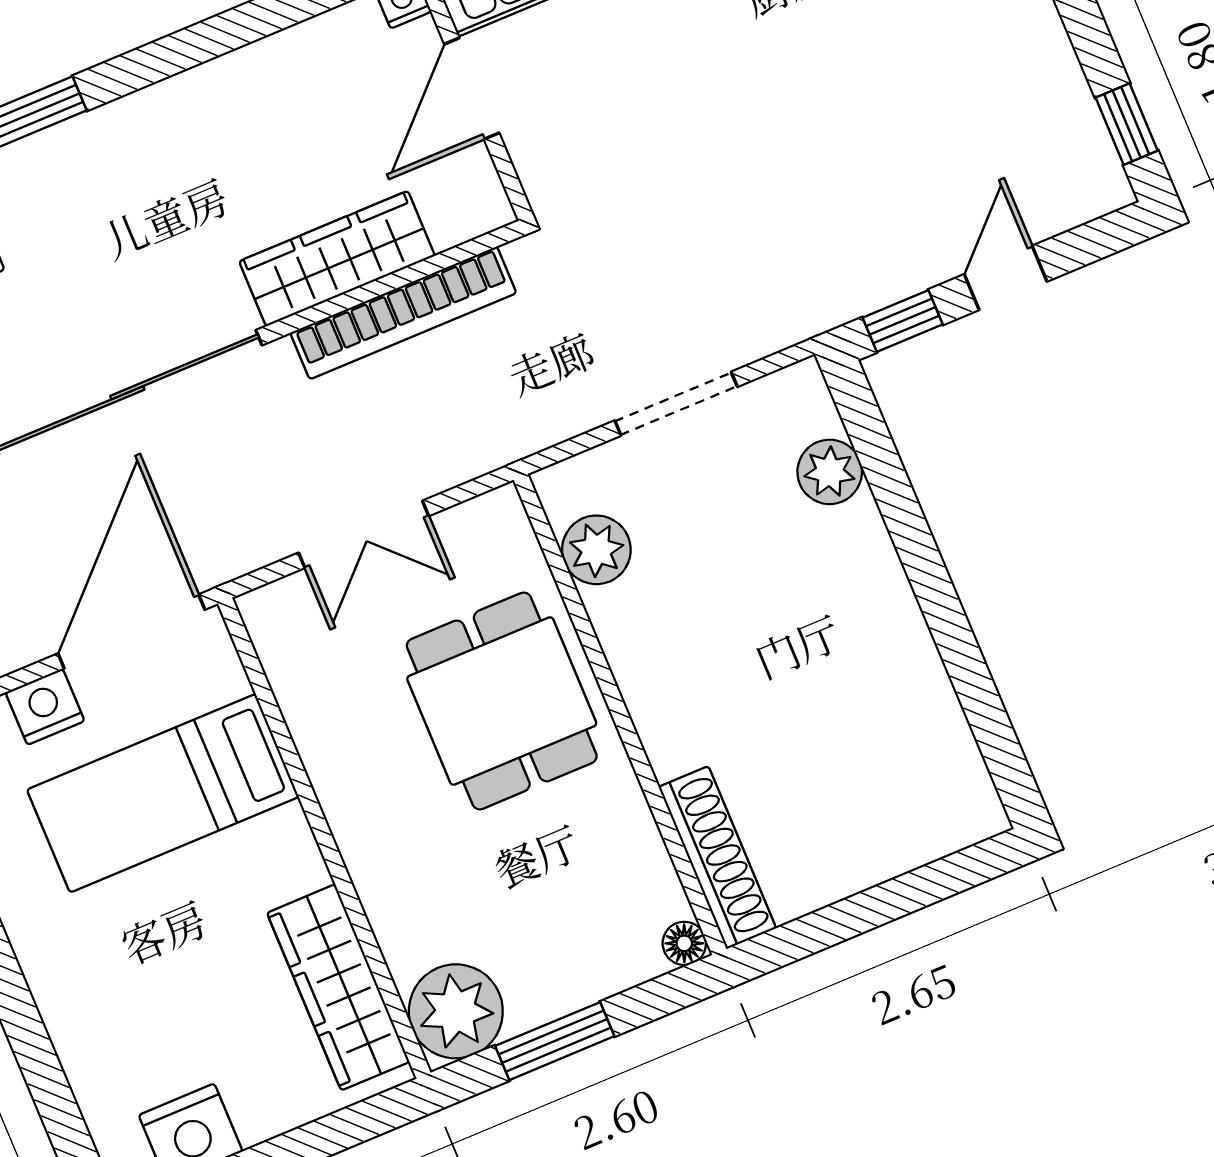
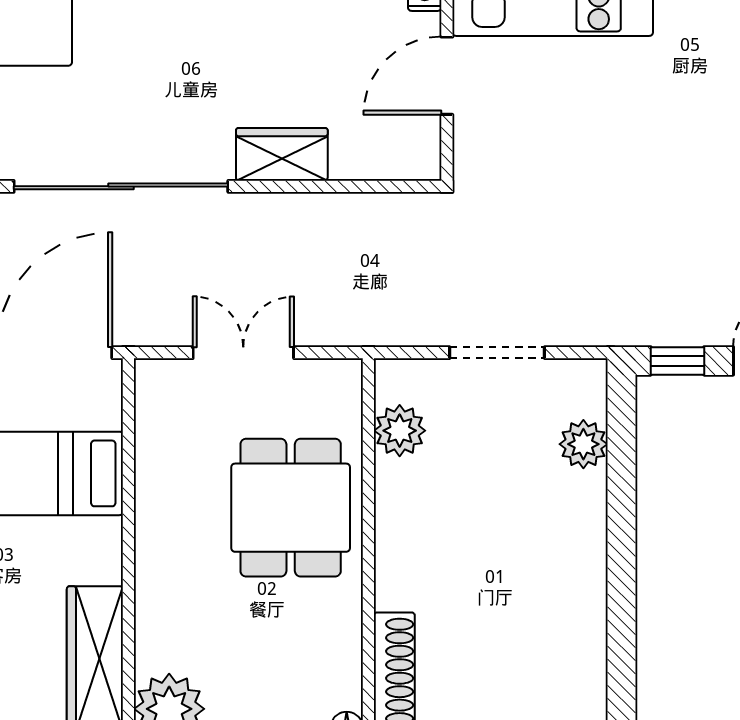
wardrobe: (337, 259) -> (282, 154), width x0.67
bookcase: (403, 313) -> (335, 211), removed
double door: (364, 534) -> (243, 353), swing flipped

